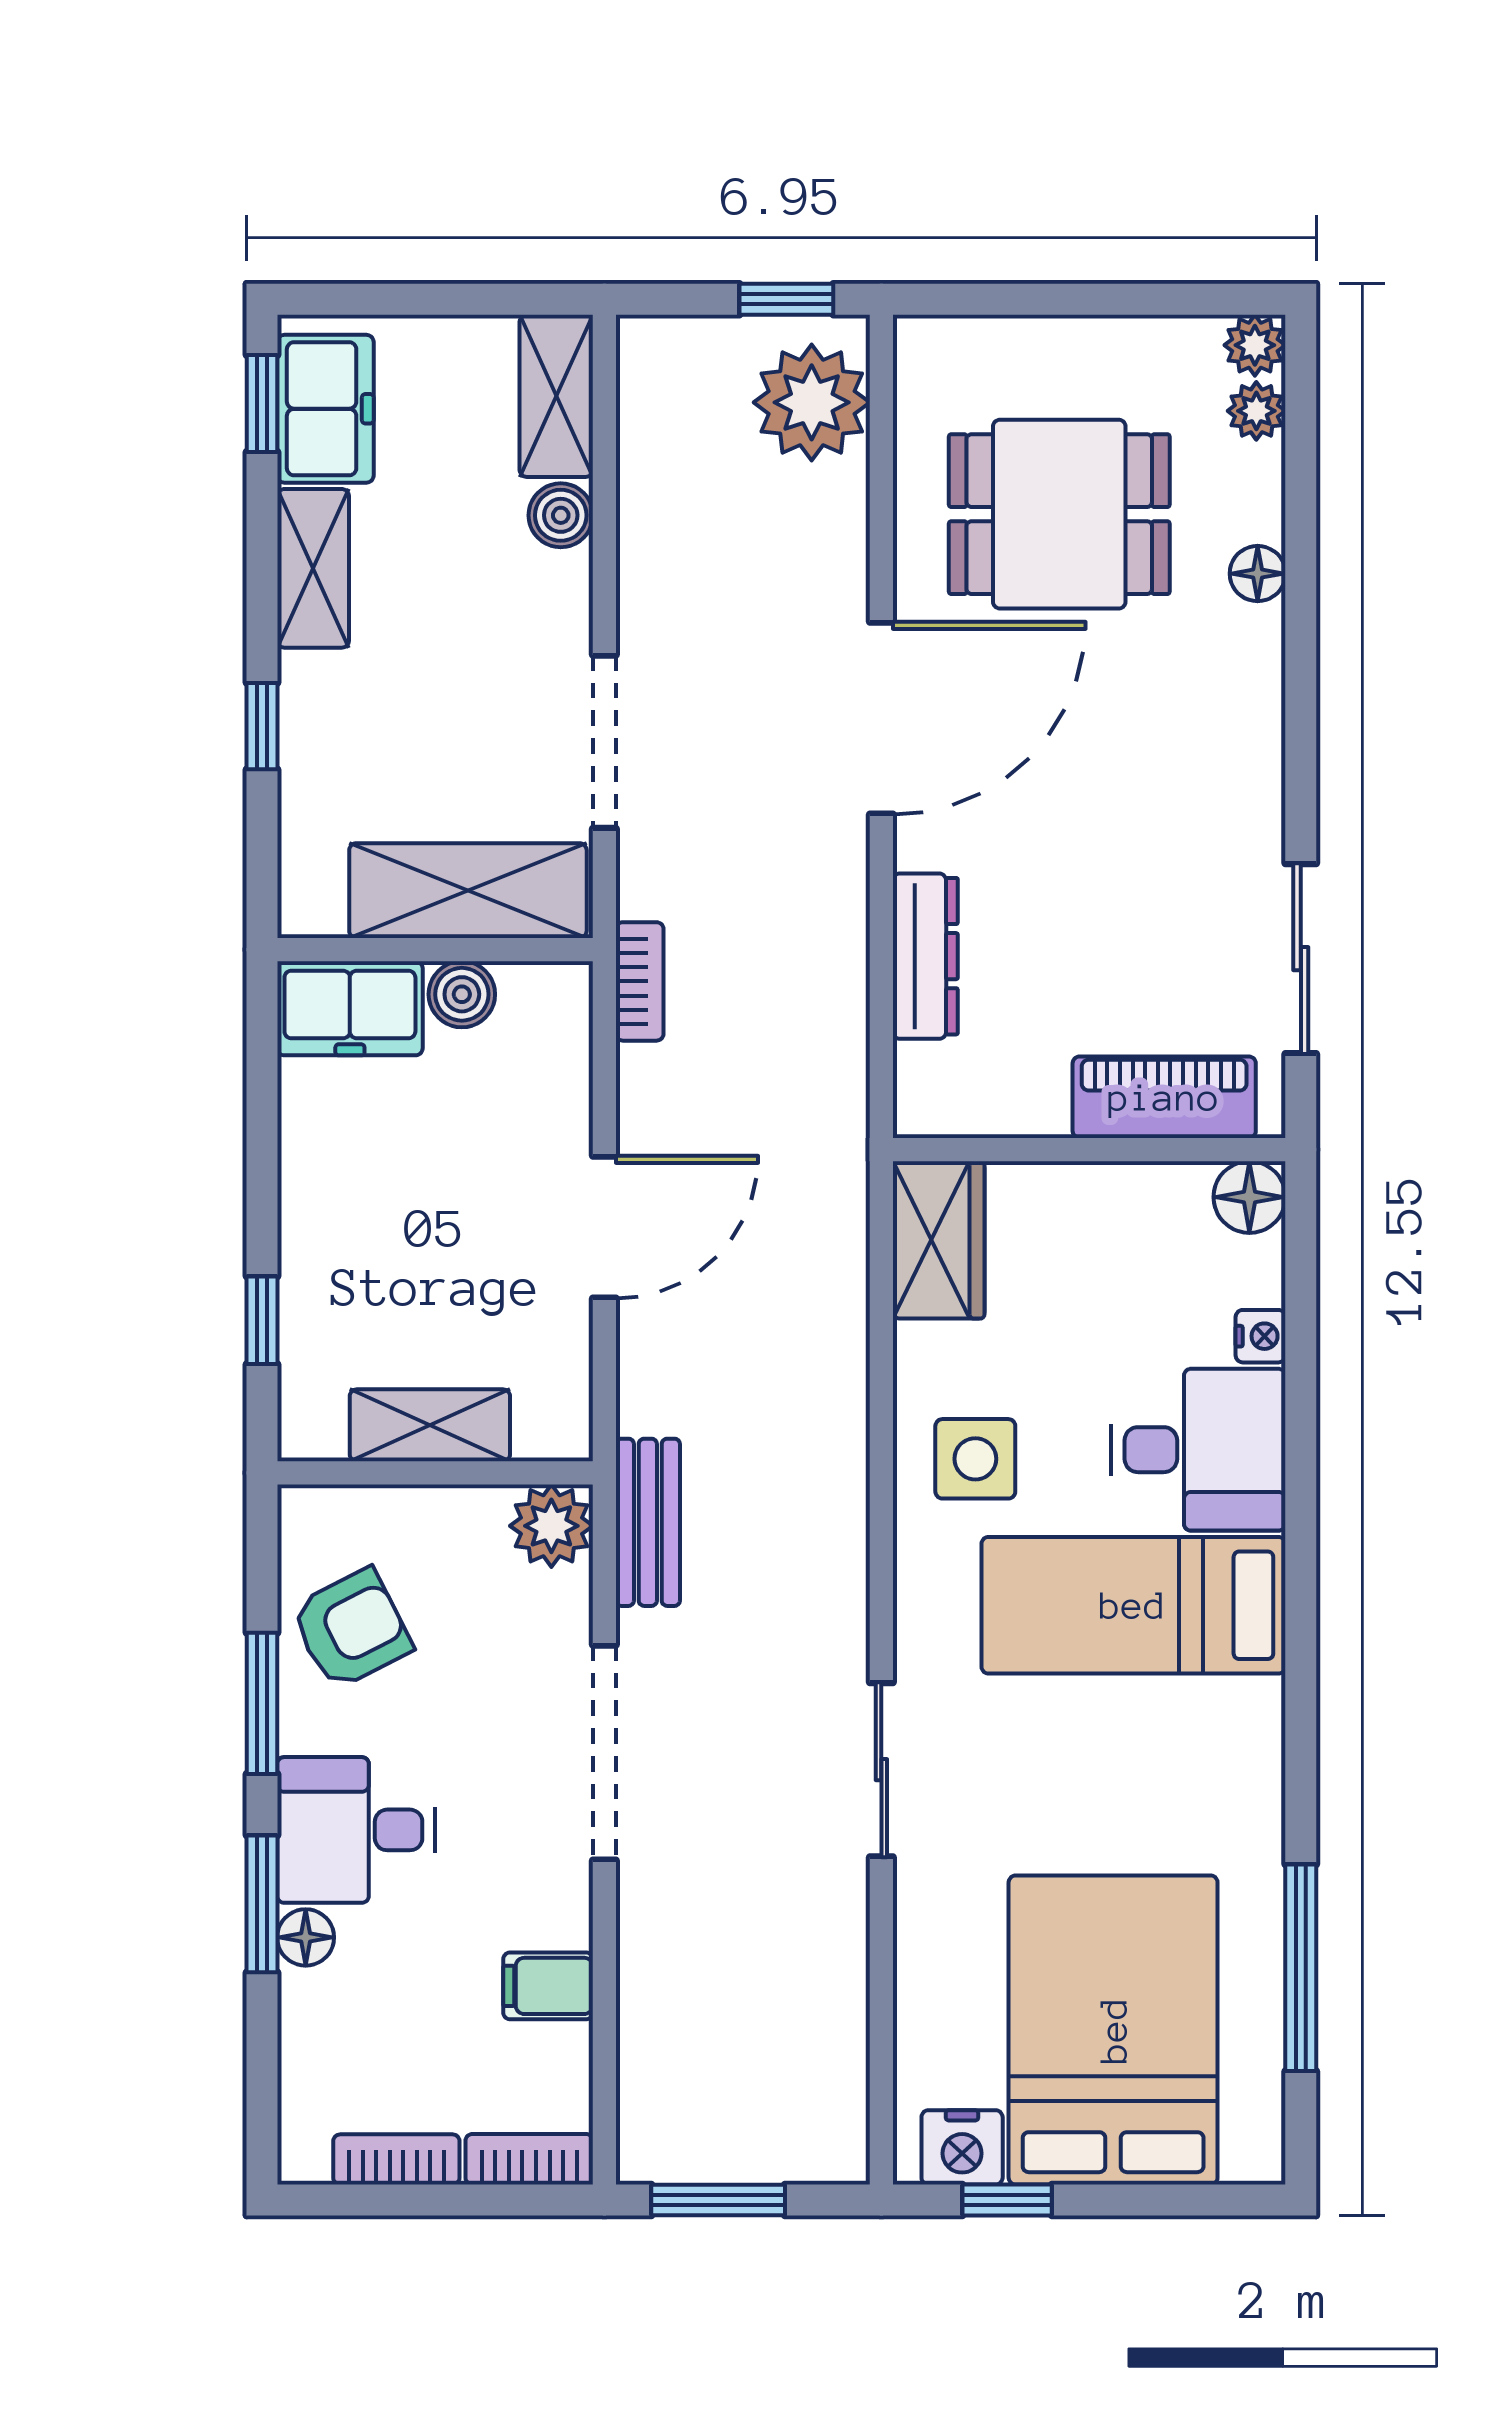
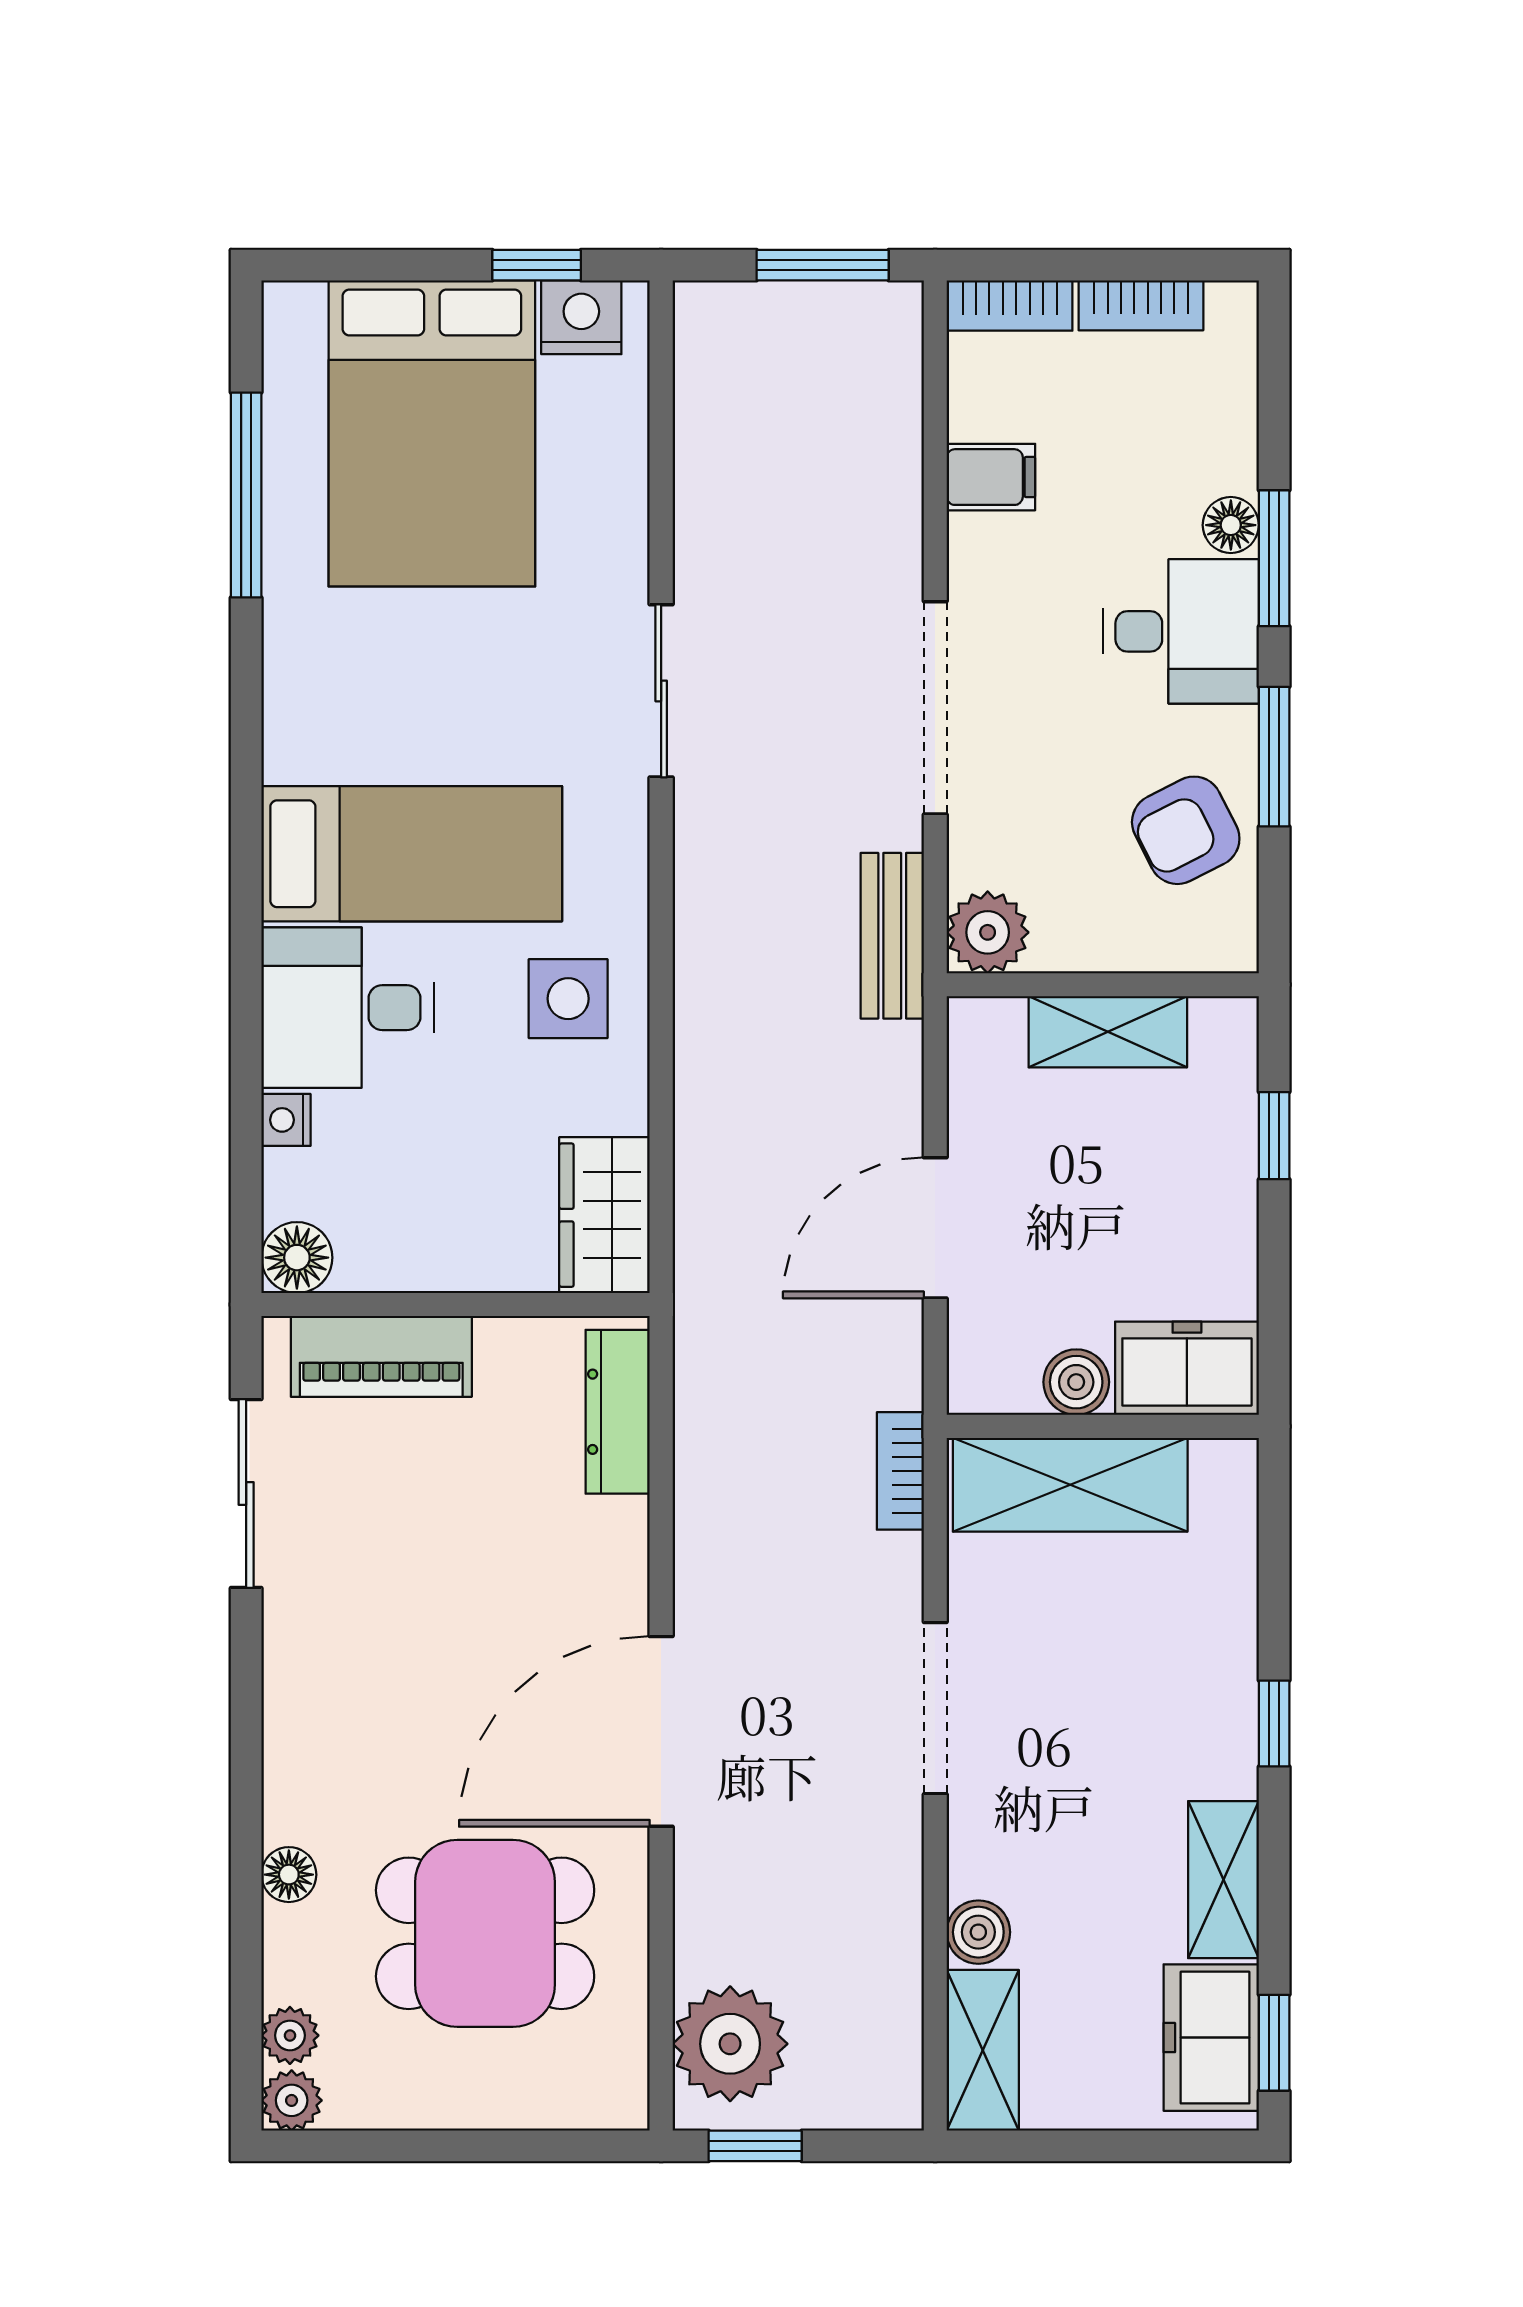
shelving: (468, 891) -> (1070, 1485), moved
wall: (435, 950) -> (1103, 1426), moved
dresser: (925, 956) -> (618, 1412), moved
boiler: (462, 994) -> (1076, 1382), moved
freezer: (350, 1008) -> (1187, 1368), moved

